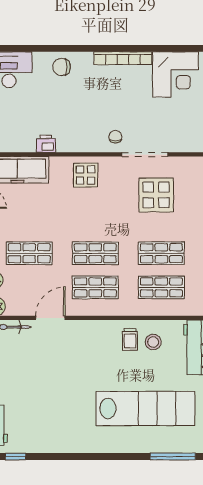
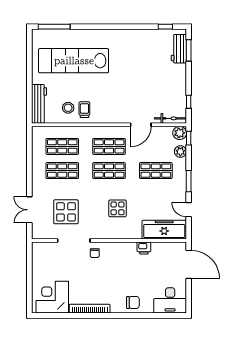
display table: (86, 175) -> (118, 208), moved

